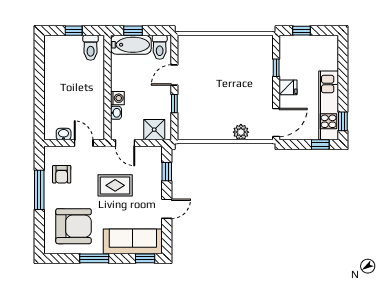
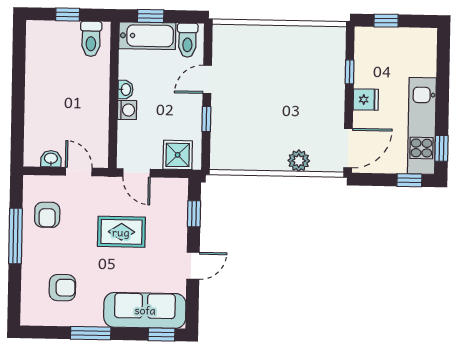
washbasin: (116, 113) -> (125, 90), moved
armchair: (74, 226) -> (62, 288), width x0.53, depth x0.53

